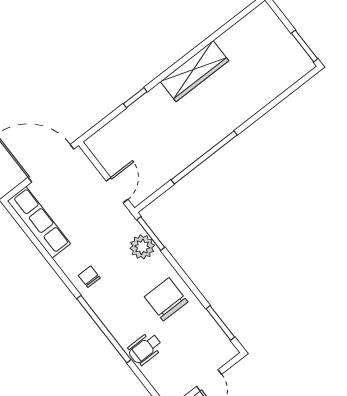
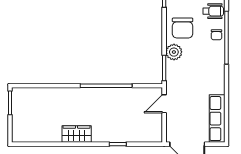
wardrobe: (195, 71) -> (77, 134), width x0.67
plant: (142, 247) -> (174, 52), moved
chair: (89, 277) -> (216, 35), moved

